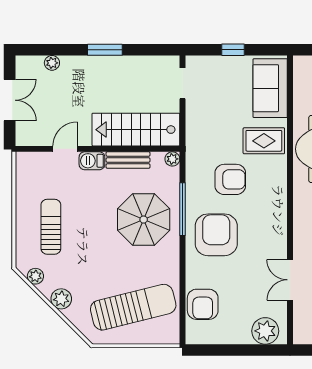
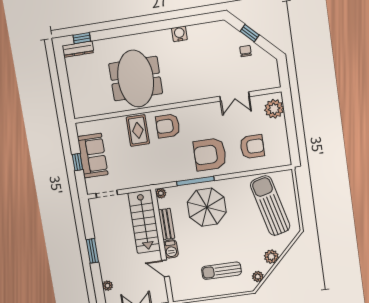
sofa: (270, 88) -> (93, 156), moved, turned -90
armchair: (230, 179) -> (168, 126), moved, turned -90
armchair: (203, 304) -> (252, 147), moved

